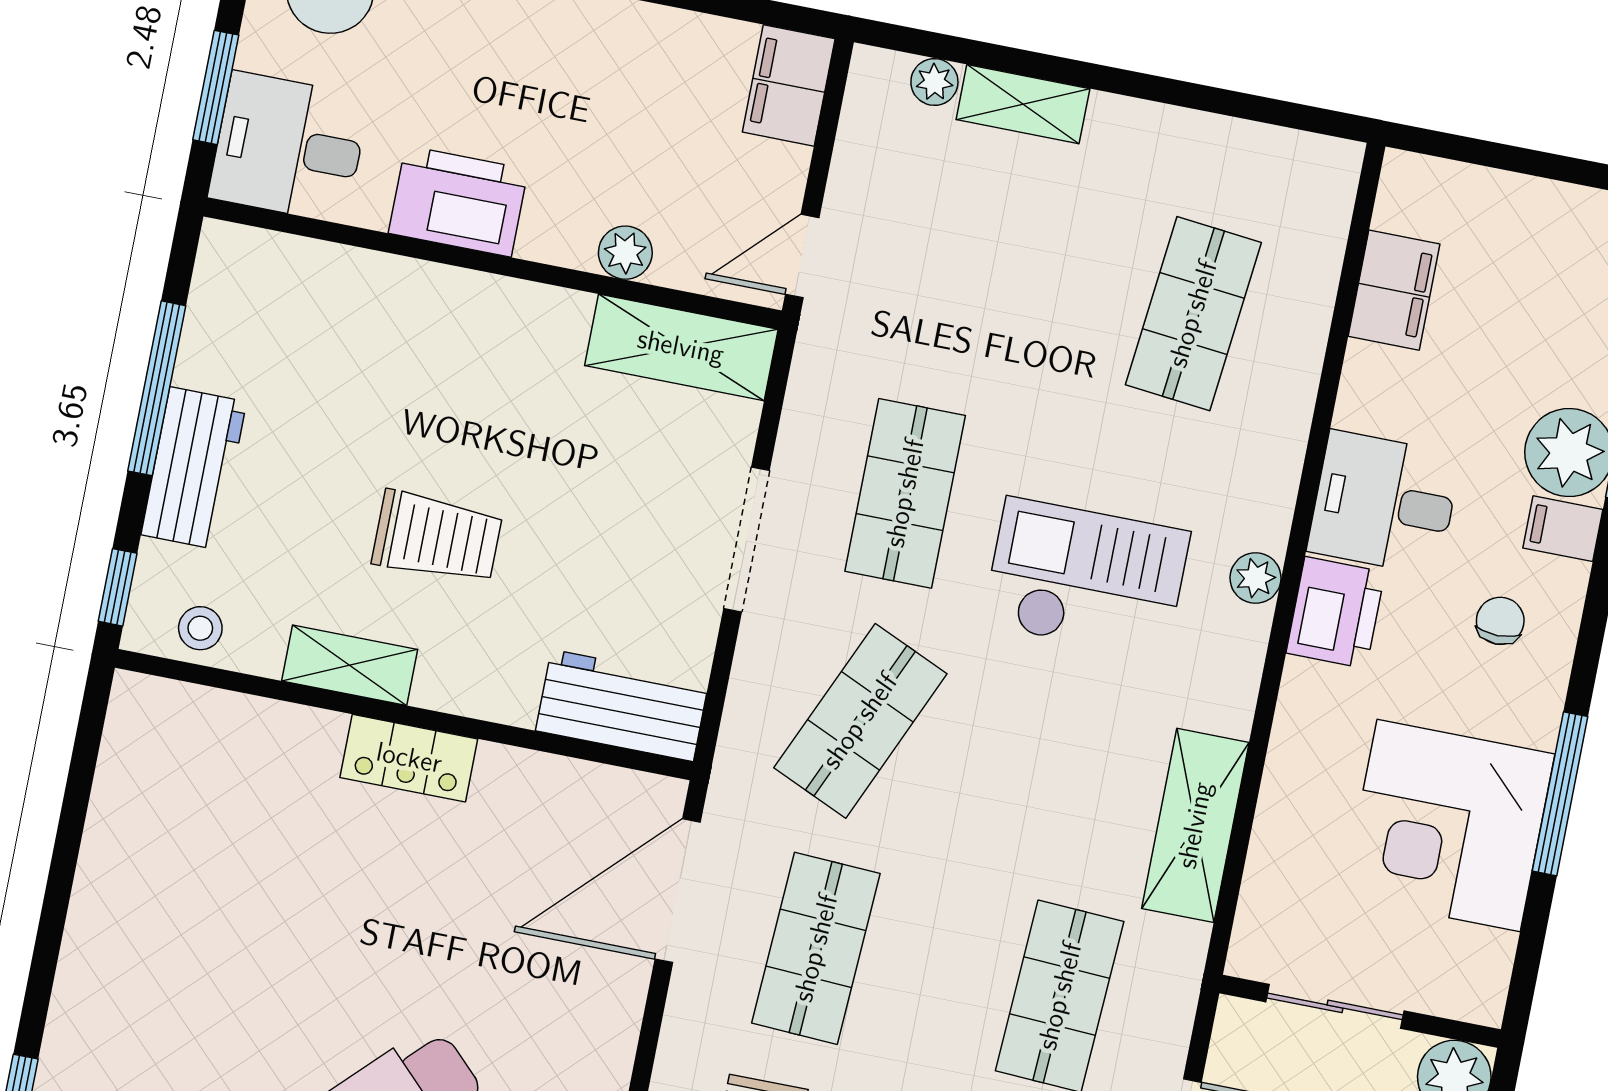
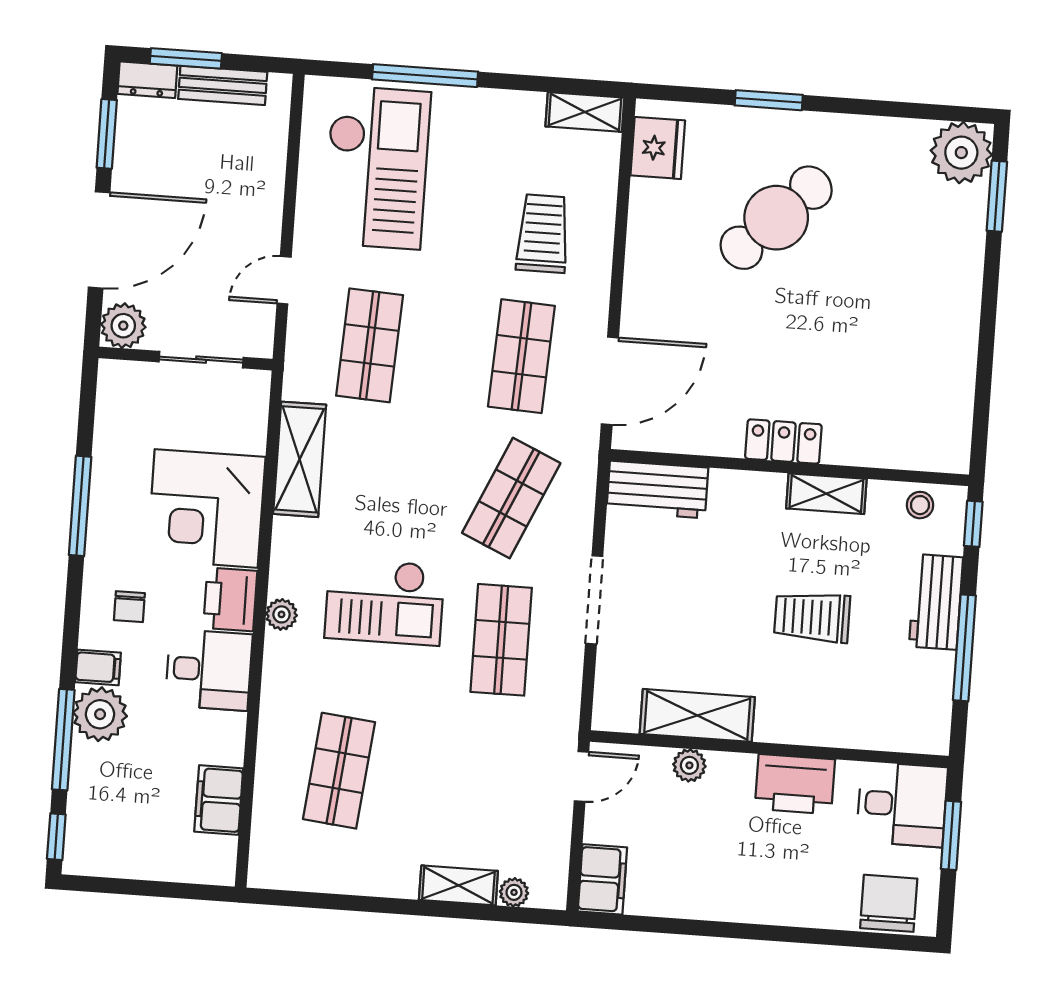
shelving: (681, 347) -> (697, 715), moved
trolley: (437, 537) -> (812, 617), moved
corner desk: (1449, 825) -> (206, 508), moved, turned 180

